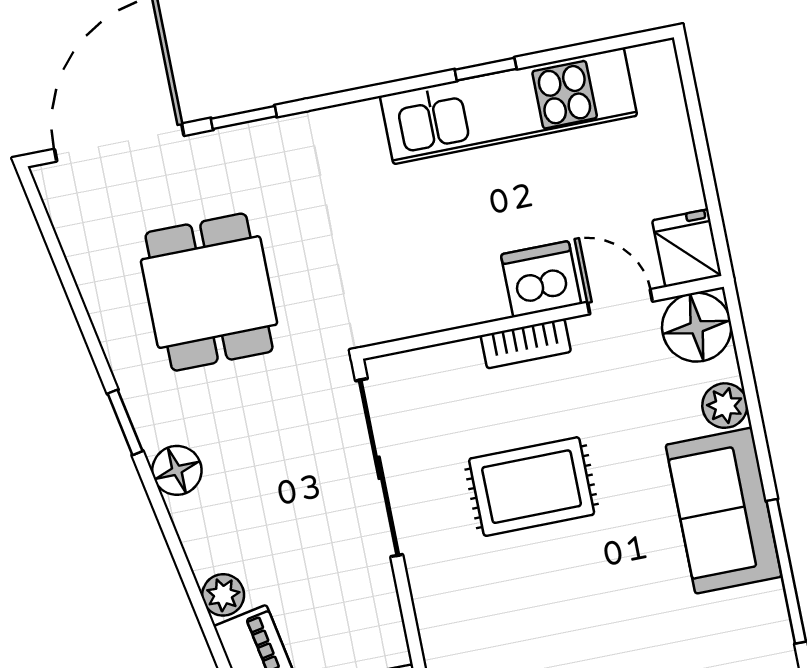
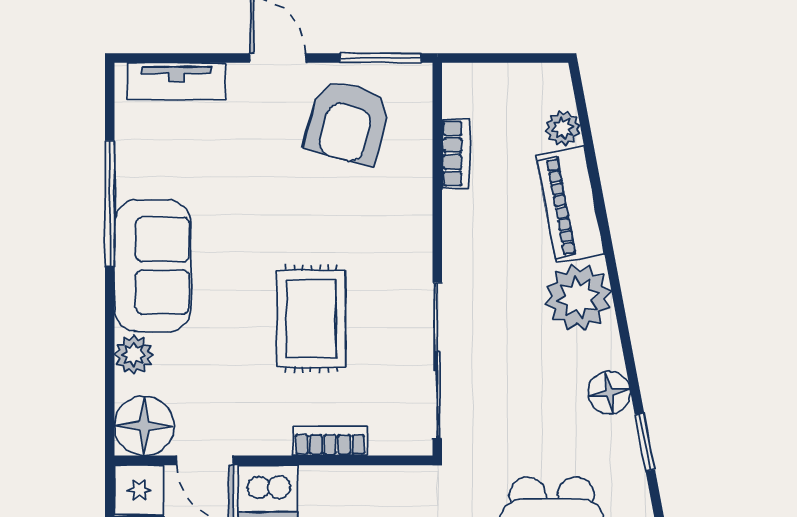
bookcase: (526, 344) -> (330, 441), moved
rug: (532, 487) -> (311, 319), turned 90
plant: (223, 595) -> (578, 298), width x1.88, depth x1.88

